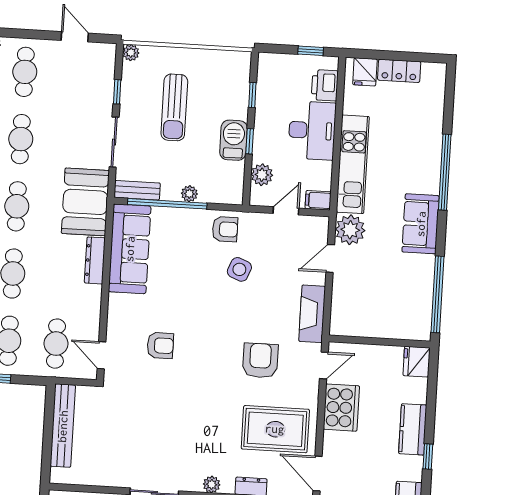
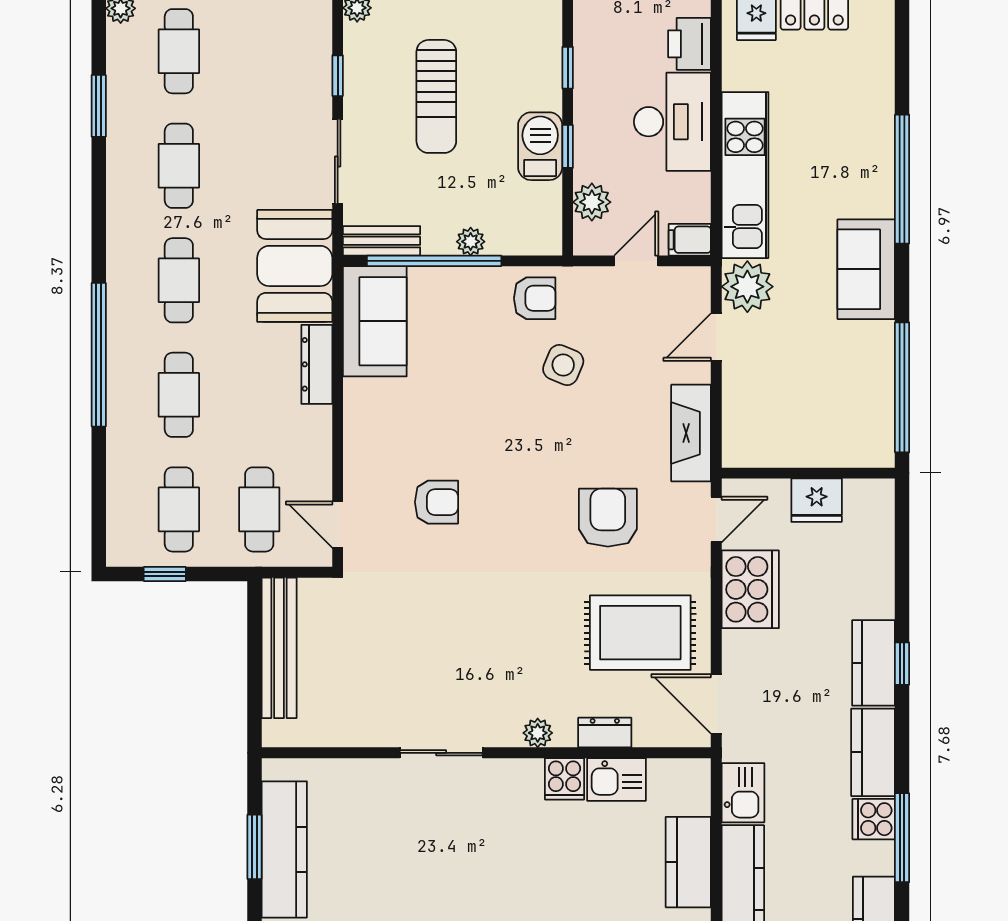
sofa: (130, 249) -> (375, 321), width x0.73
fridge: (417, 362) -> (817, 500), moved, turned -90
kitchen counter: (413, 429) -> (874, 663), moved

